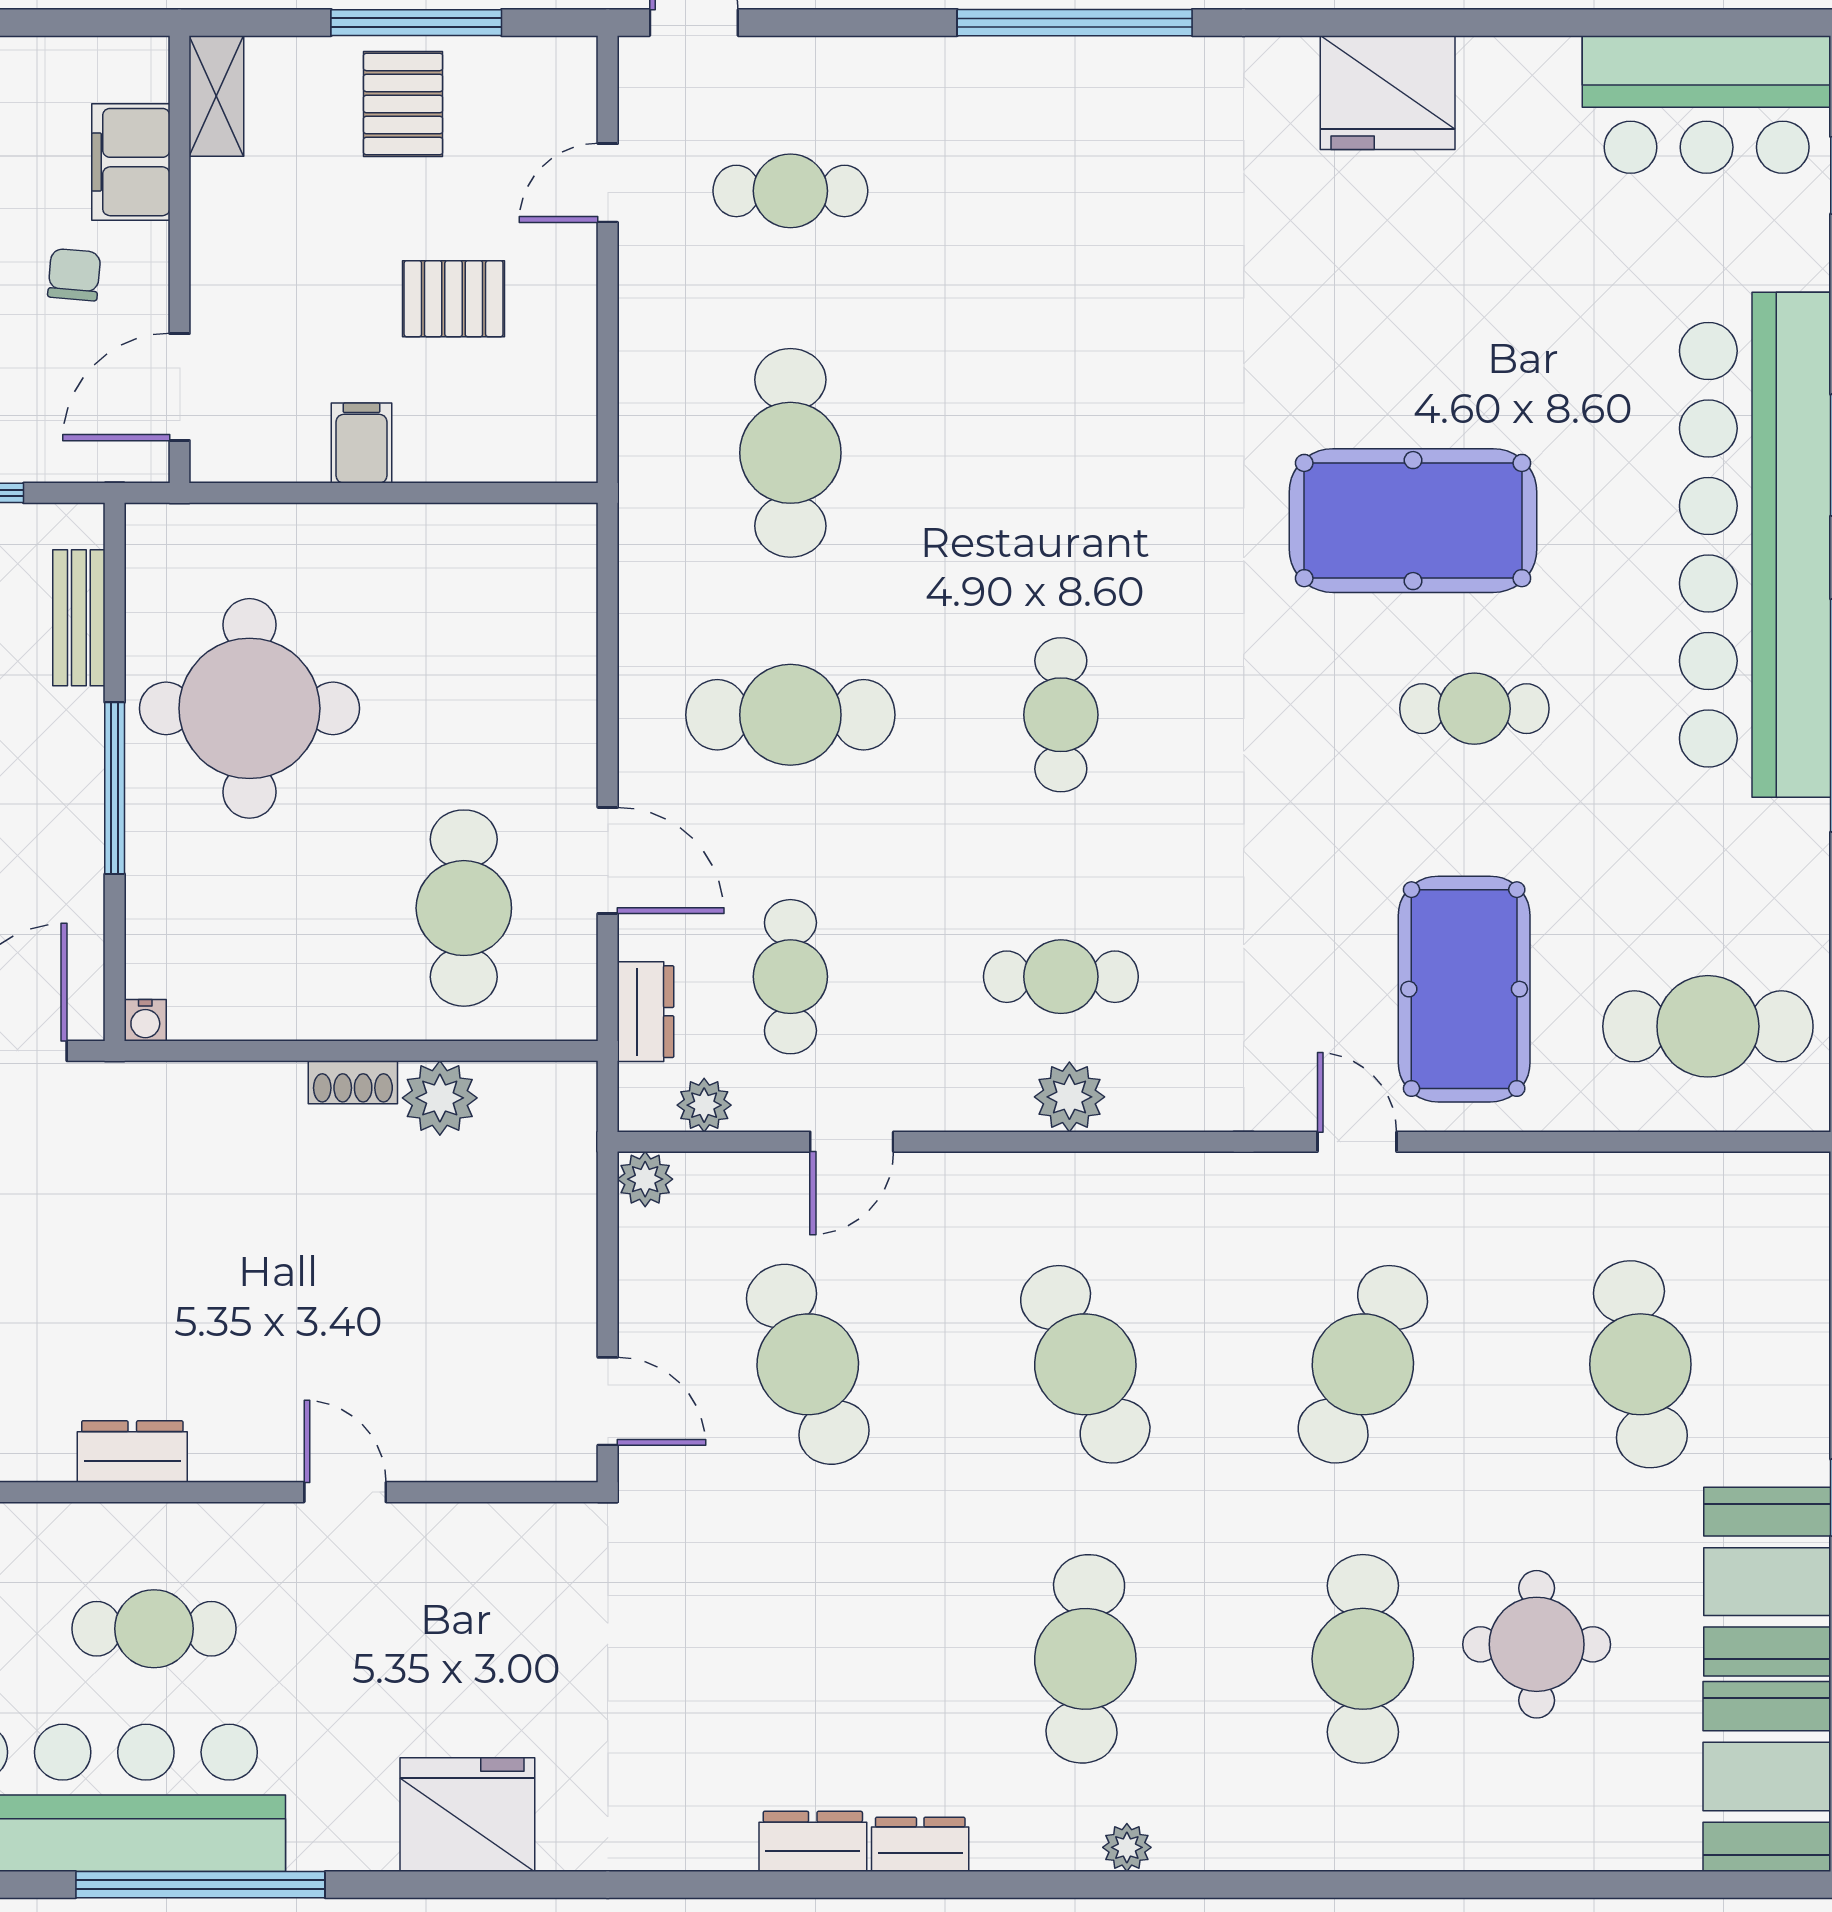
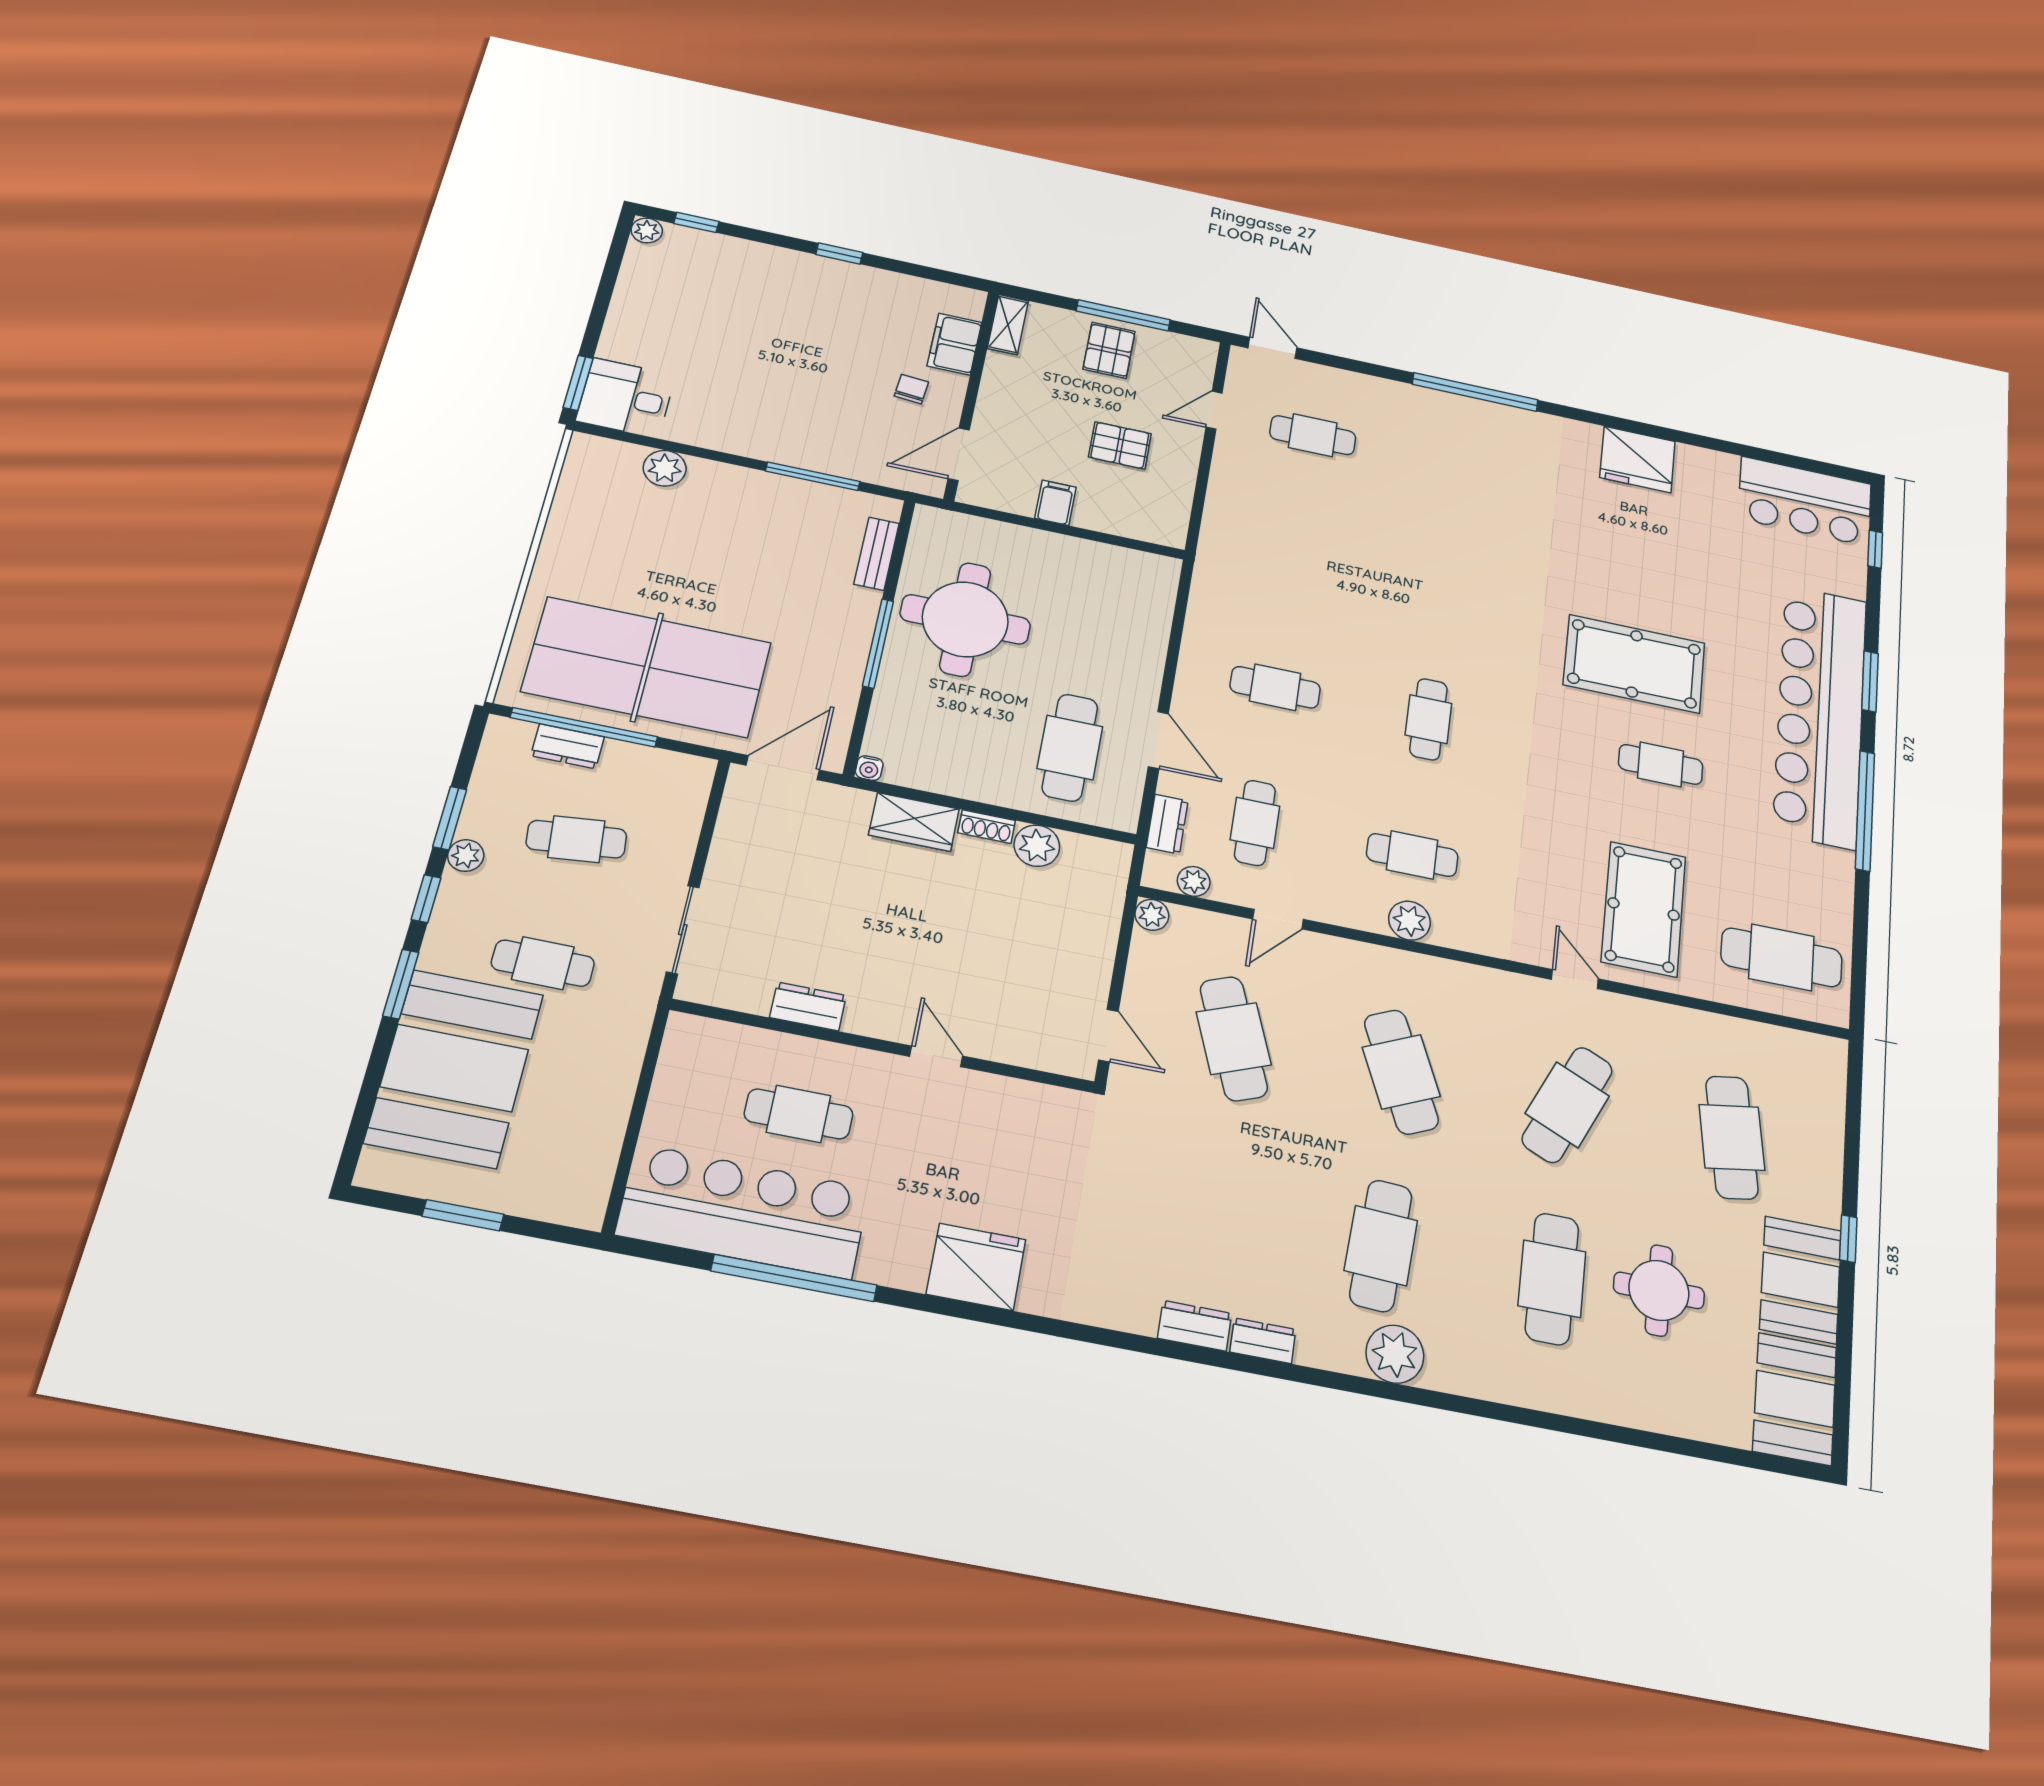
cafe table: (790, 453) -> (1294, 558), removed
cafe table: (790, 715) -> (1275, 687), width x0.73, depth x0.74
wardrobe: (235, 1100) -> (914, 822), added
plant: (1127, 1847) -> (1395, 1354), width x1.88, depth x1.88

